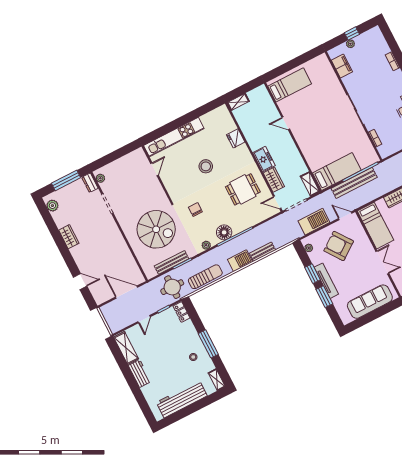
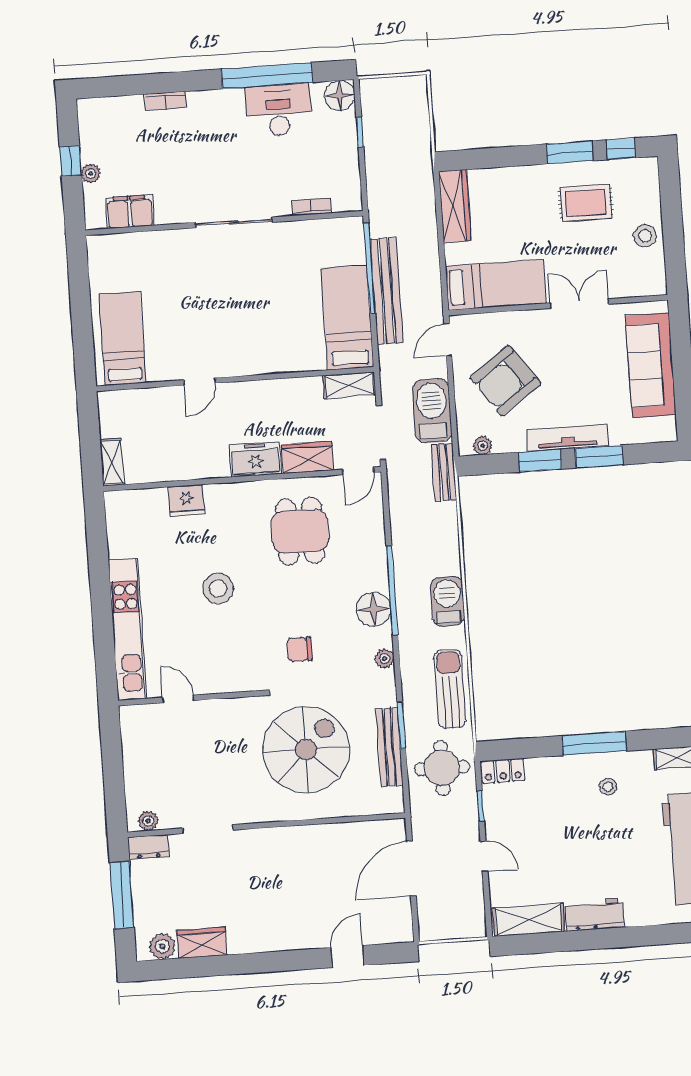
wardrobe: (69, 237) -> (202, 943), moved
bench: (263, 252) -> (444, 472), moved

